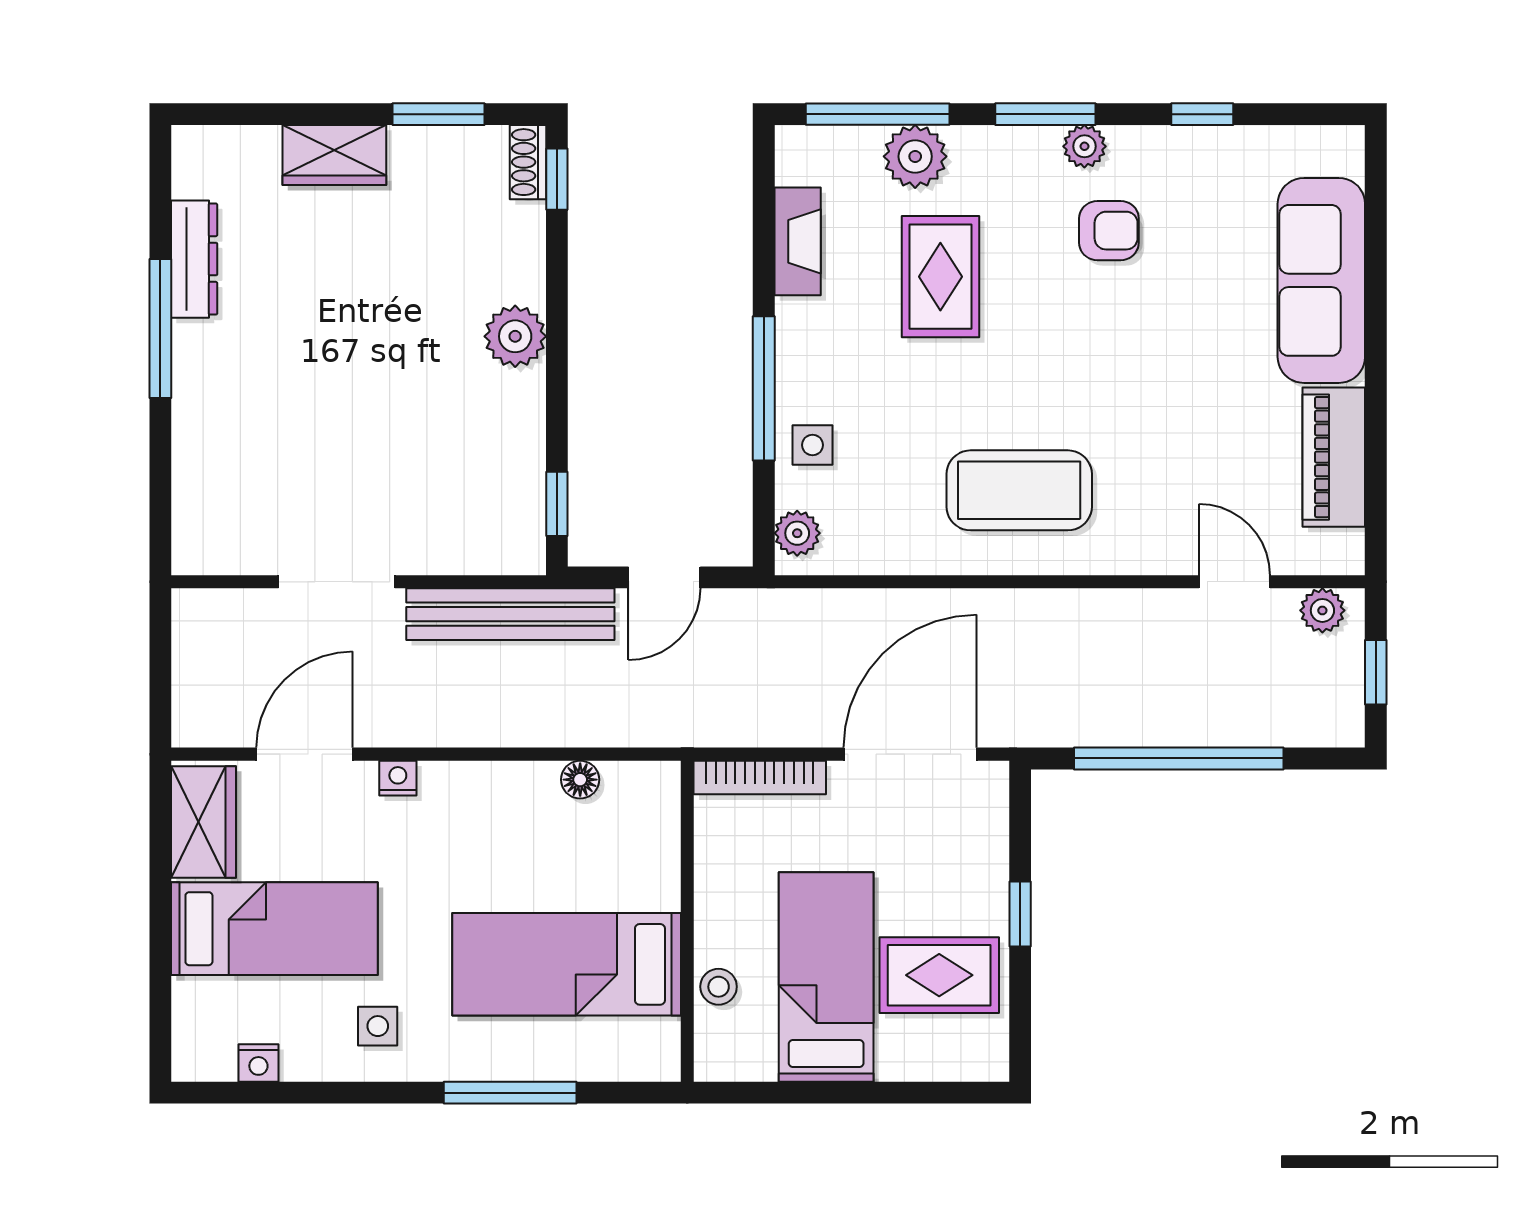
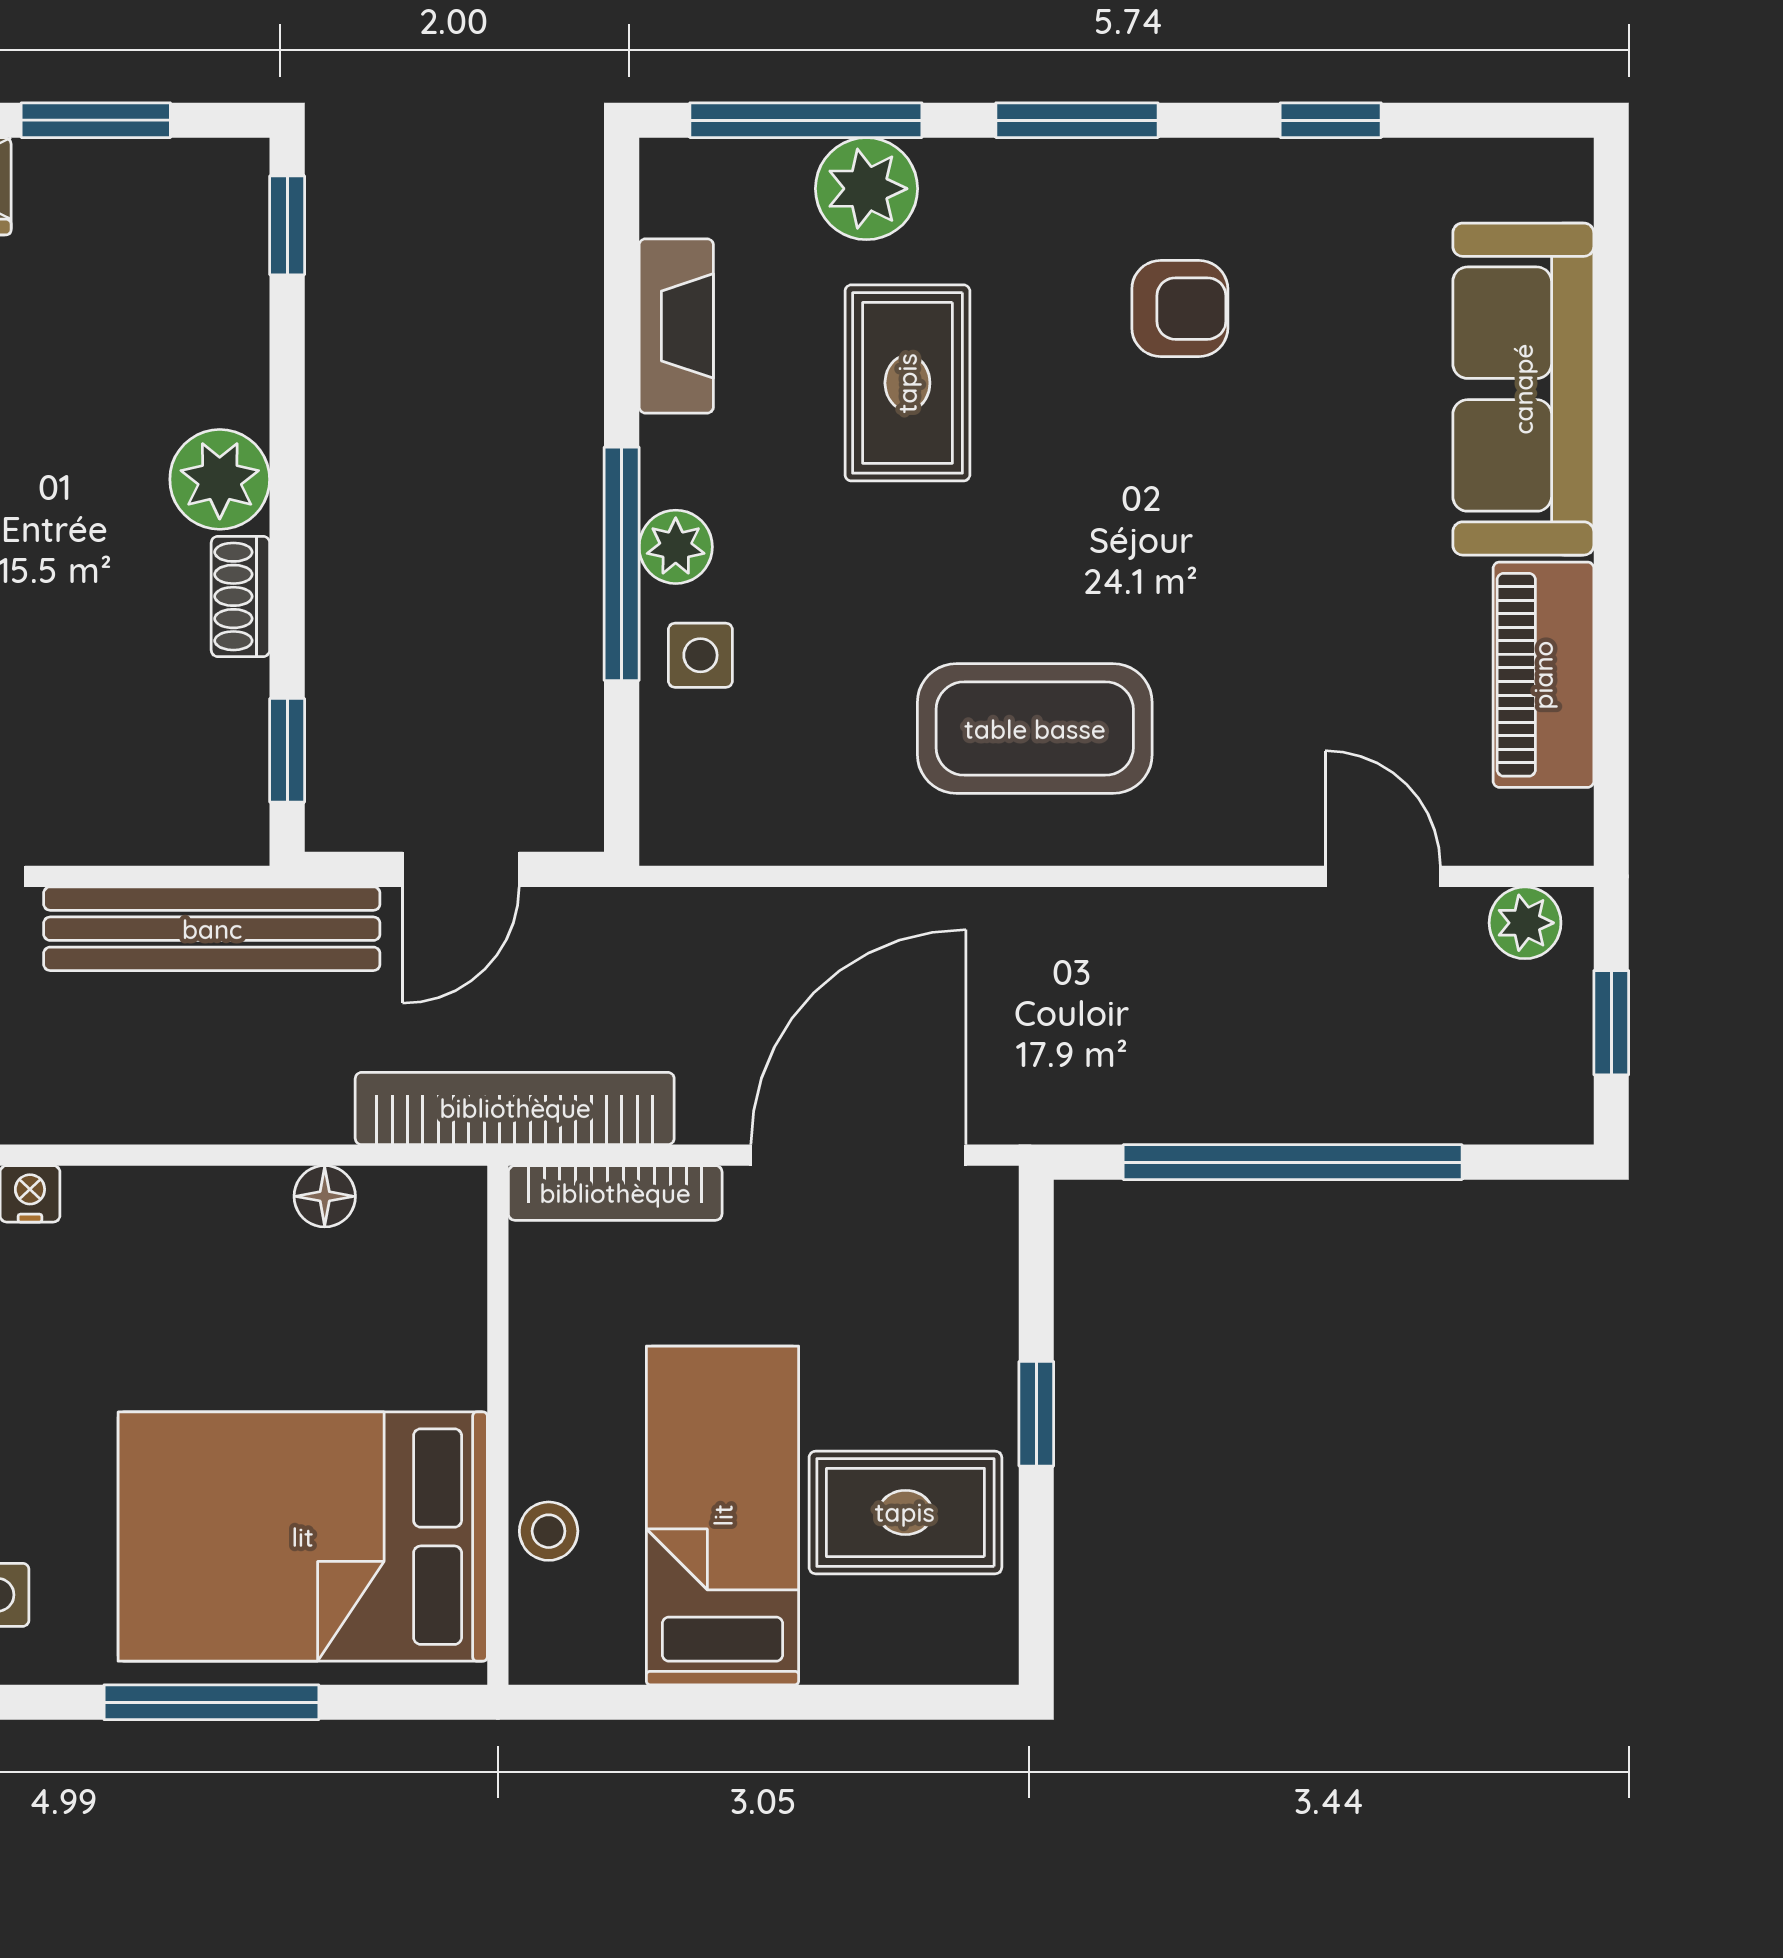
plant: (1084, 146) -> (1140, 172), removed
shoe rack: (528, 162) -> (240, 596), moved
plant: (797, 533) -> (676, 547), moved
bookcase: (698, 725) -> (515, 1108), added
bed: (567, 964) -> (303, 1537), width x1.50

